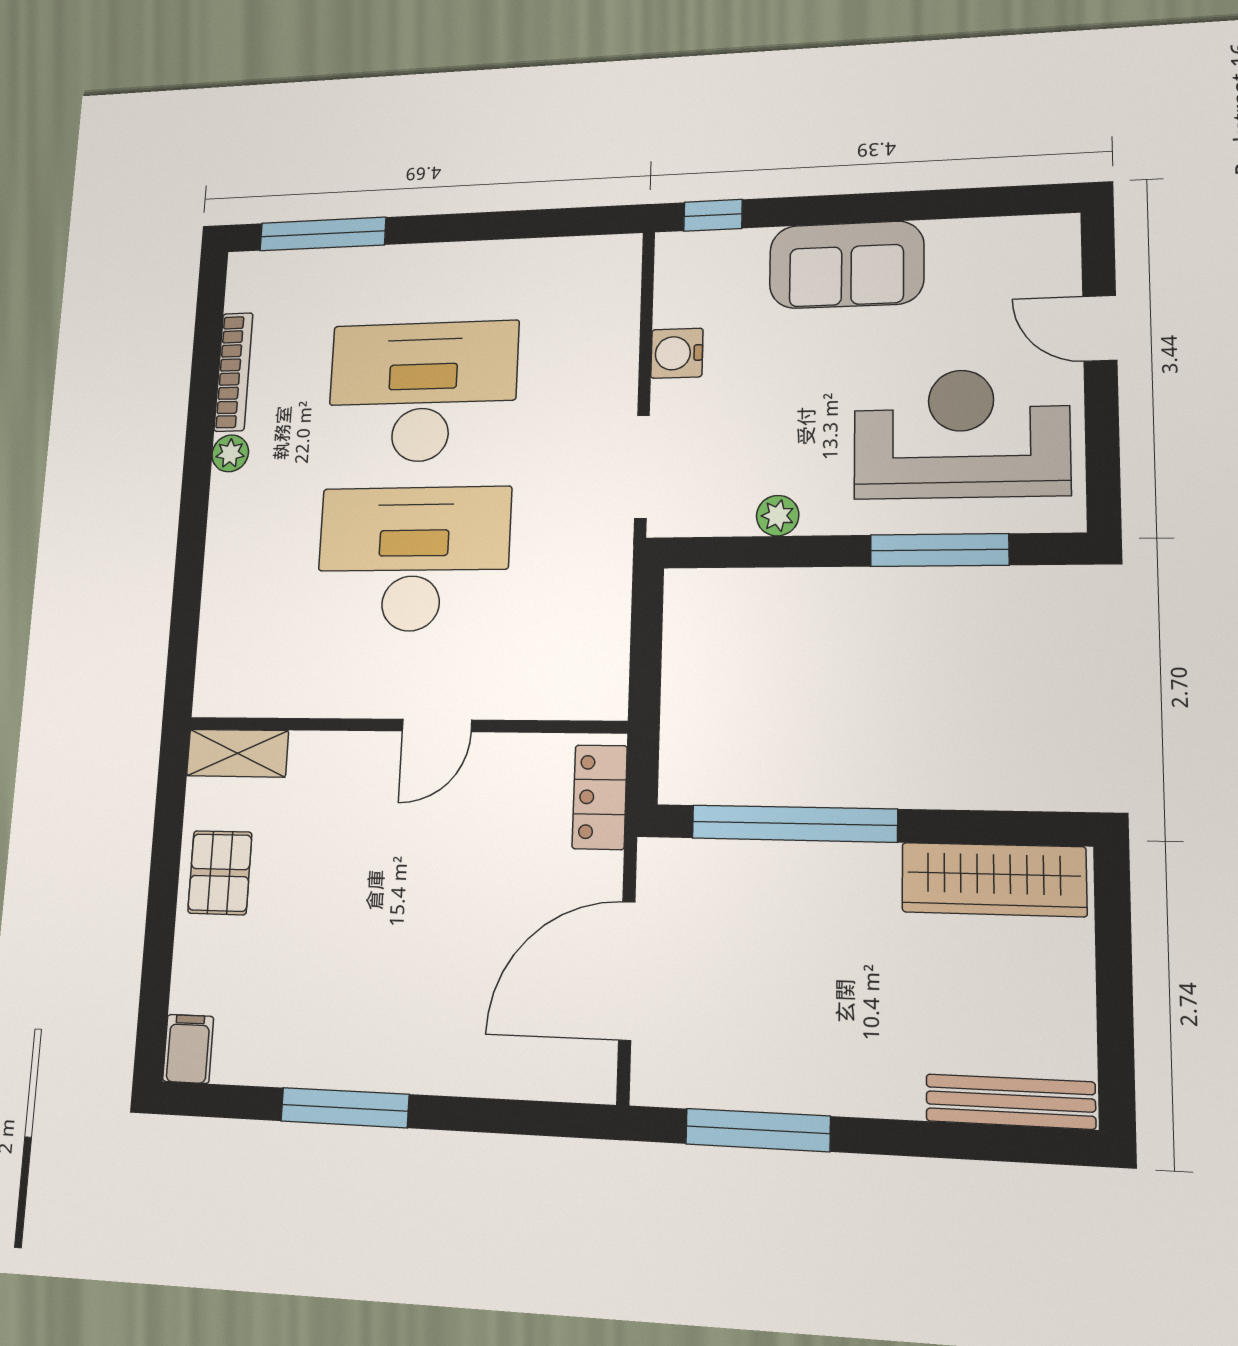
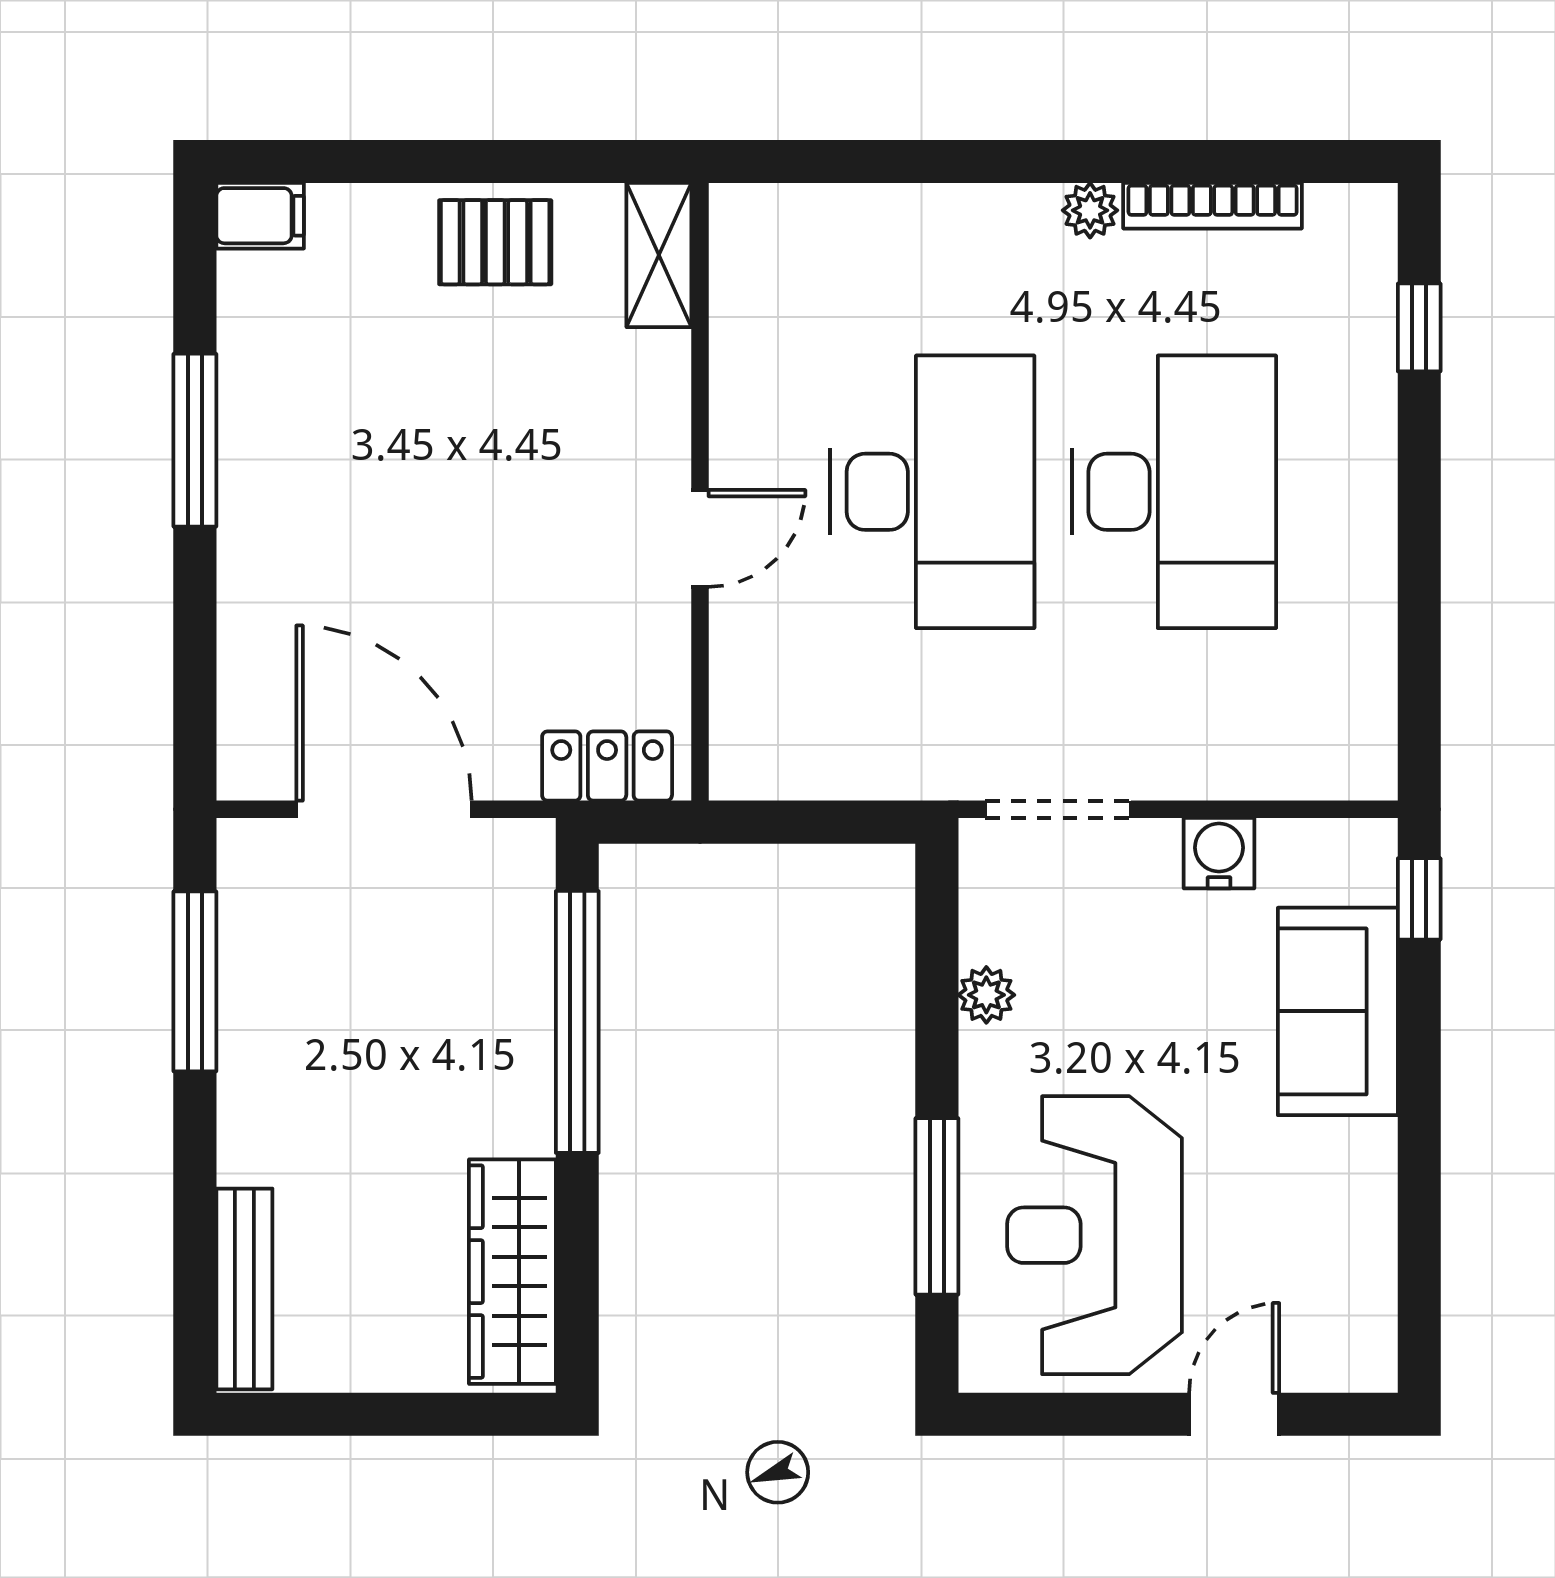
window: (323, 234) -> (1419, 327), width x0.46
sofa: (846, 265) -> (1338, 1011), moved
reception desk: (961, 434) -> (1095, 1235), turned 180
door: (437, 726) -> (700, 538), swing flipped

